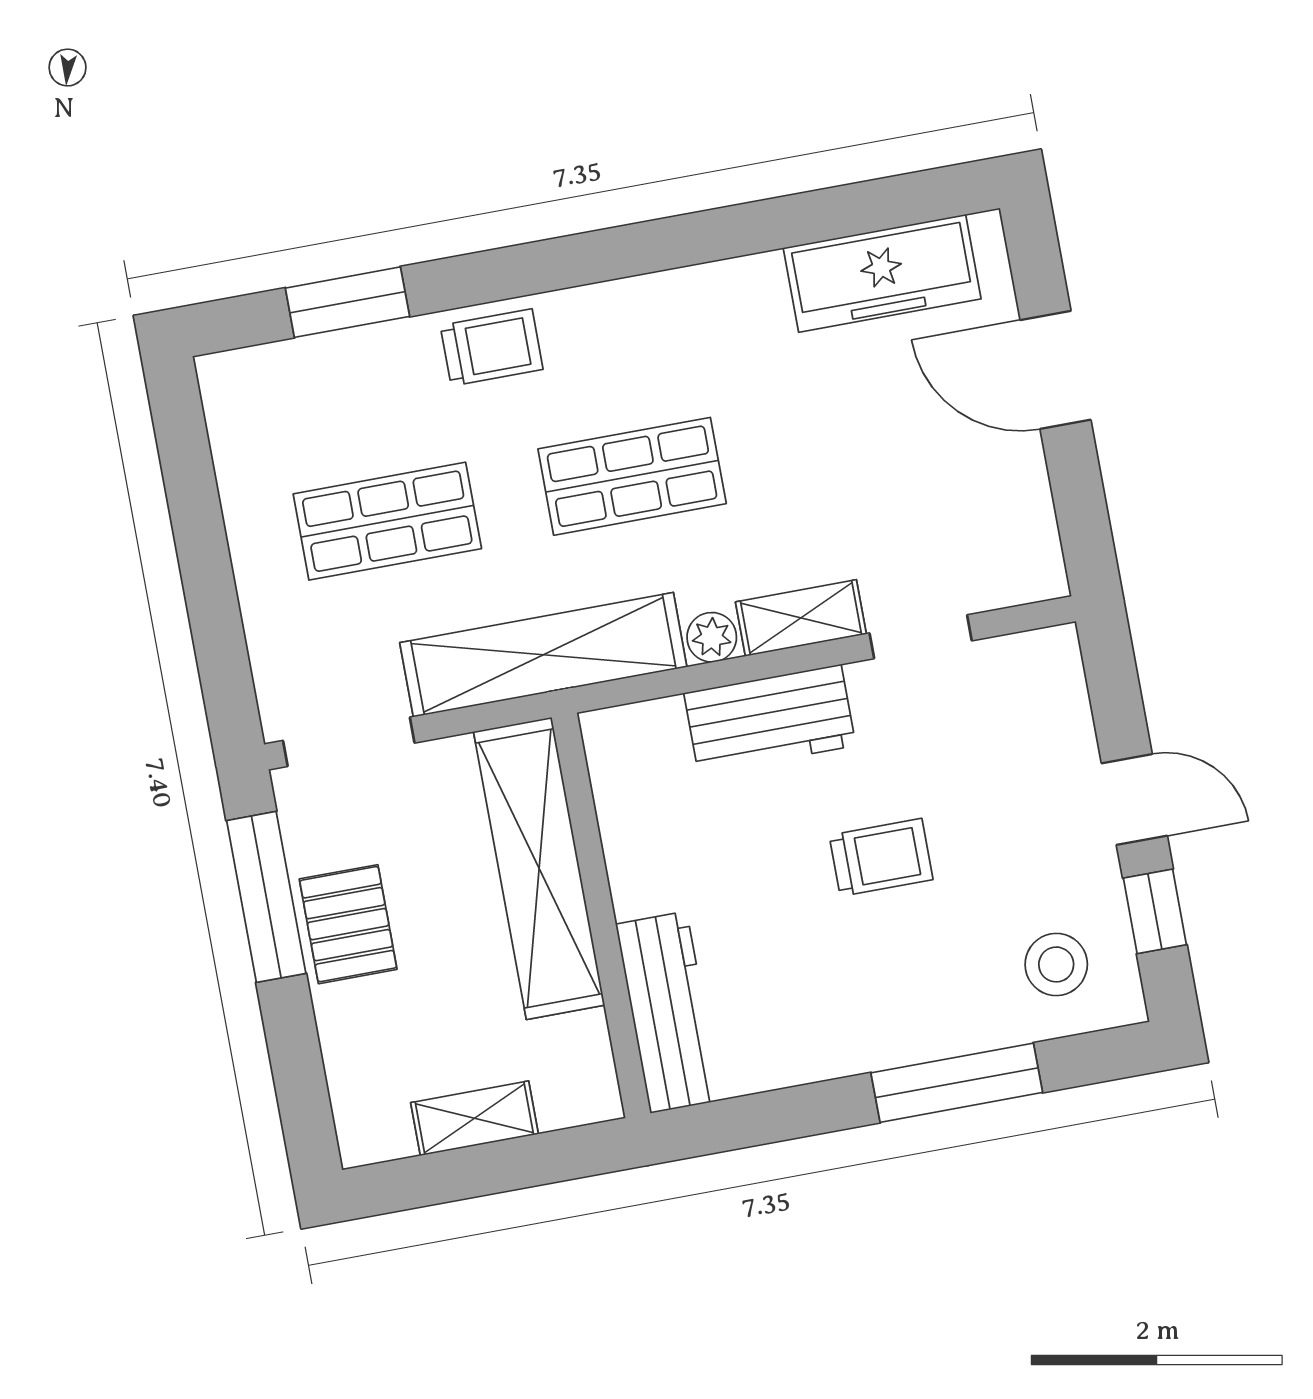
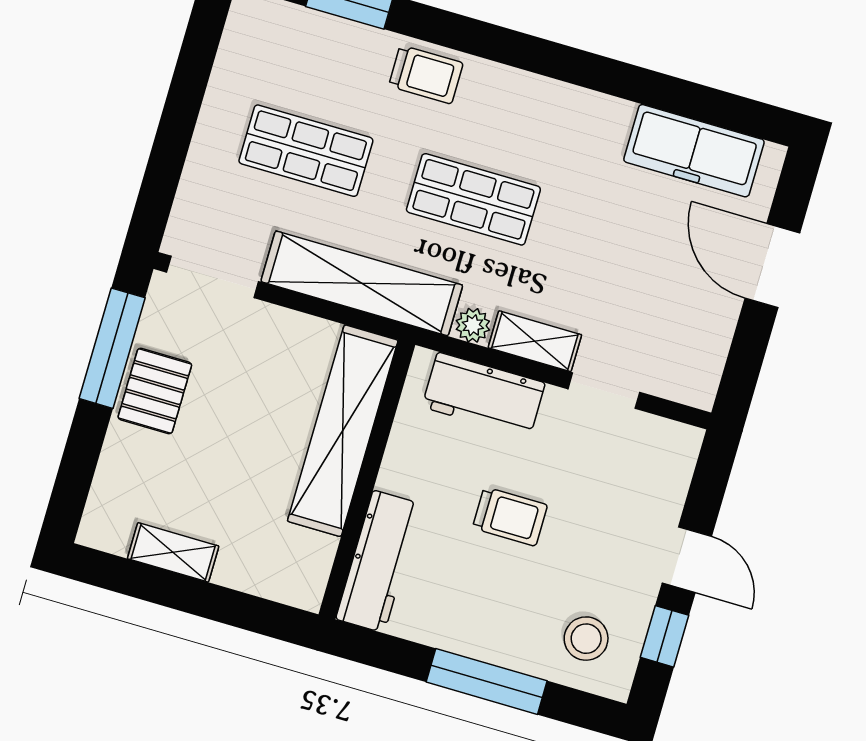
shelving: (539, 868) -> (343, 431), moved
wall: (601, 915) -> (367, 480), moved
workbench: (668, 1012) -> (379, 562), moved

